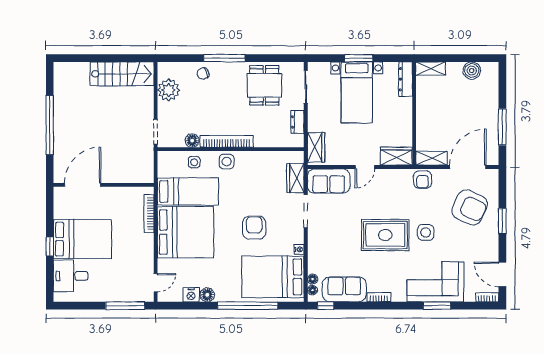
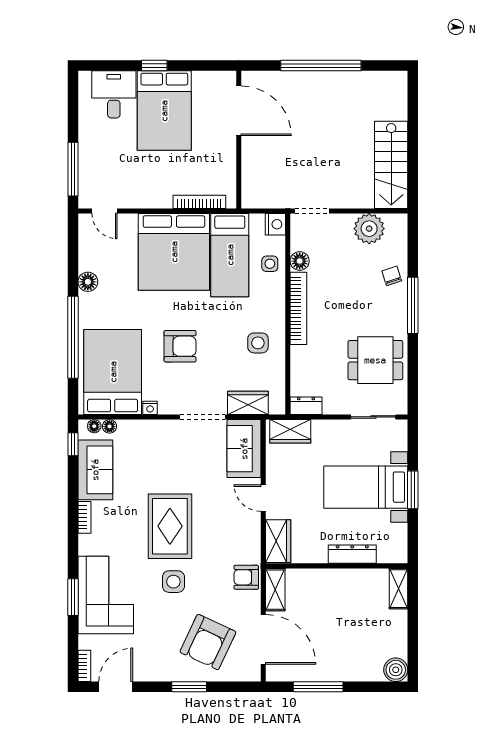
boiler: (472, 71) -> (396, 670), moved
dresser: (406, 79) -> (352, 554), moved
dresser: (297, 122) -> (306, 406), moved
side table: (227, 162) -> (258, 343), moved
nightstand: (191, 295) -> (275, 224), moved, turned 180

